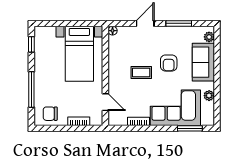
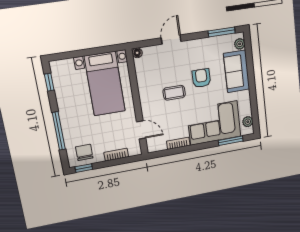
window: (179, 23) -> (222, 32), moved
armchair: (169, 63) -> (201, 78), turned 180
plant: (209, 96) -> (248, 122), moved
chair: (50, 114) -> (84, 152), turned 90
window: (47, 128) -> (84, 168), added

